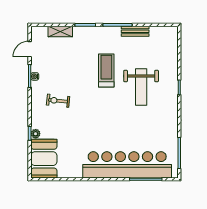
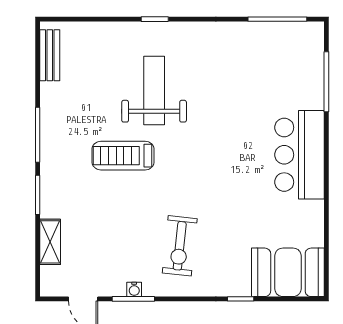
bench: (135, 31) -> (50, 55), moved
weight bench: (141, 87) -> (154, 91), turned -90
exercise bike: (58, 101) -> (180, 246), width x1.38, depth x1.39
plant: (36, 134) -> (241, 288), removed
bar counter: (127, 165) -> (300, 155), width x0.54

